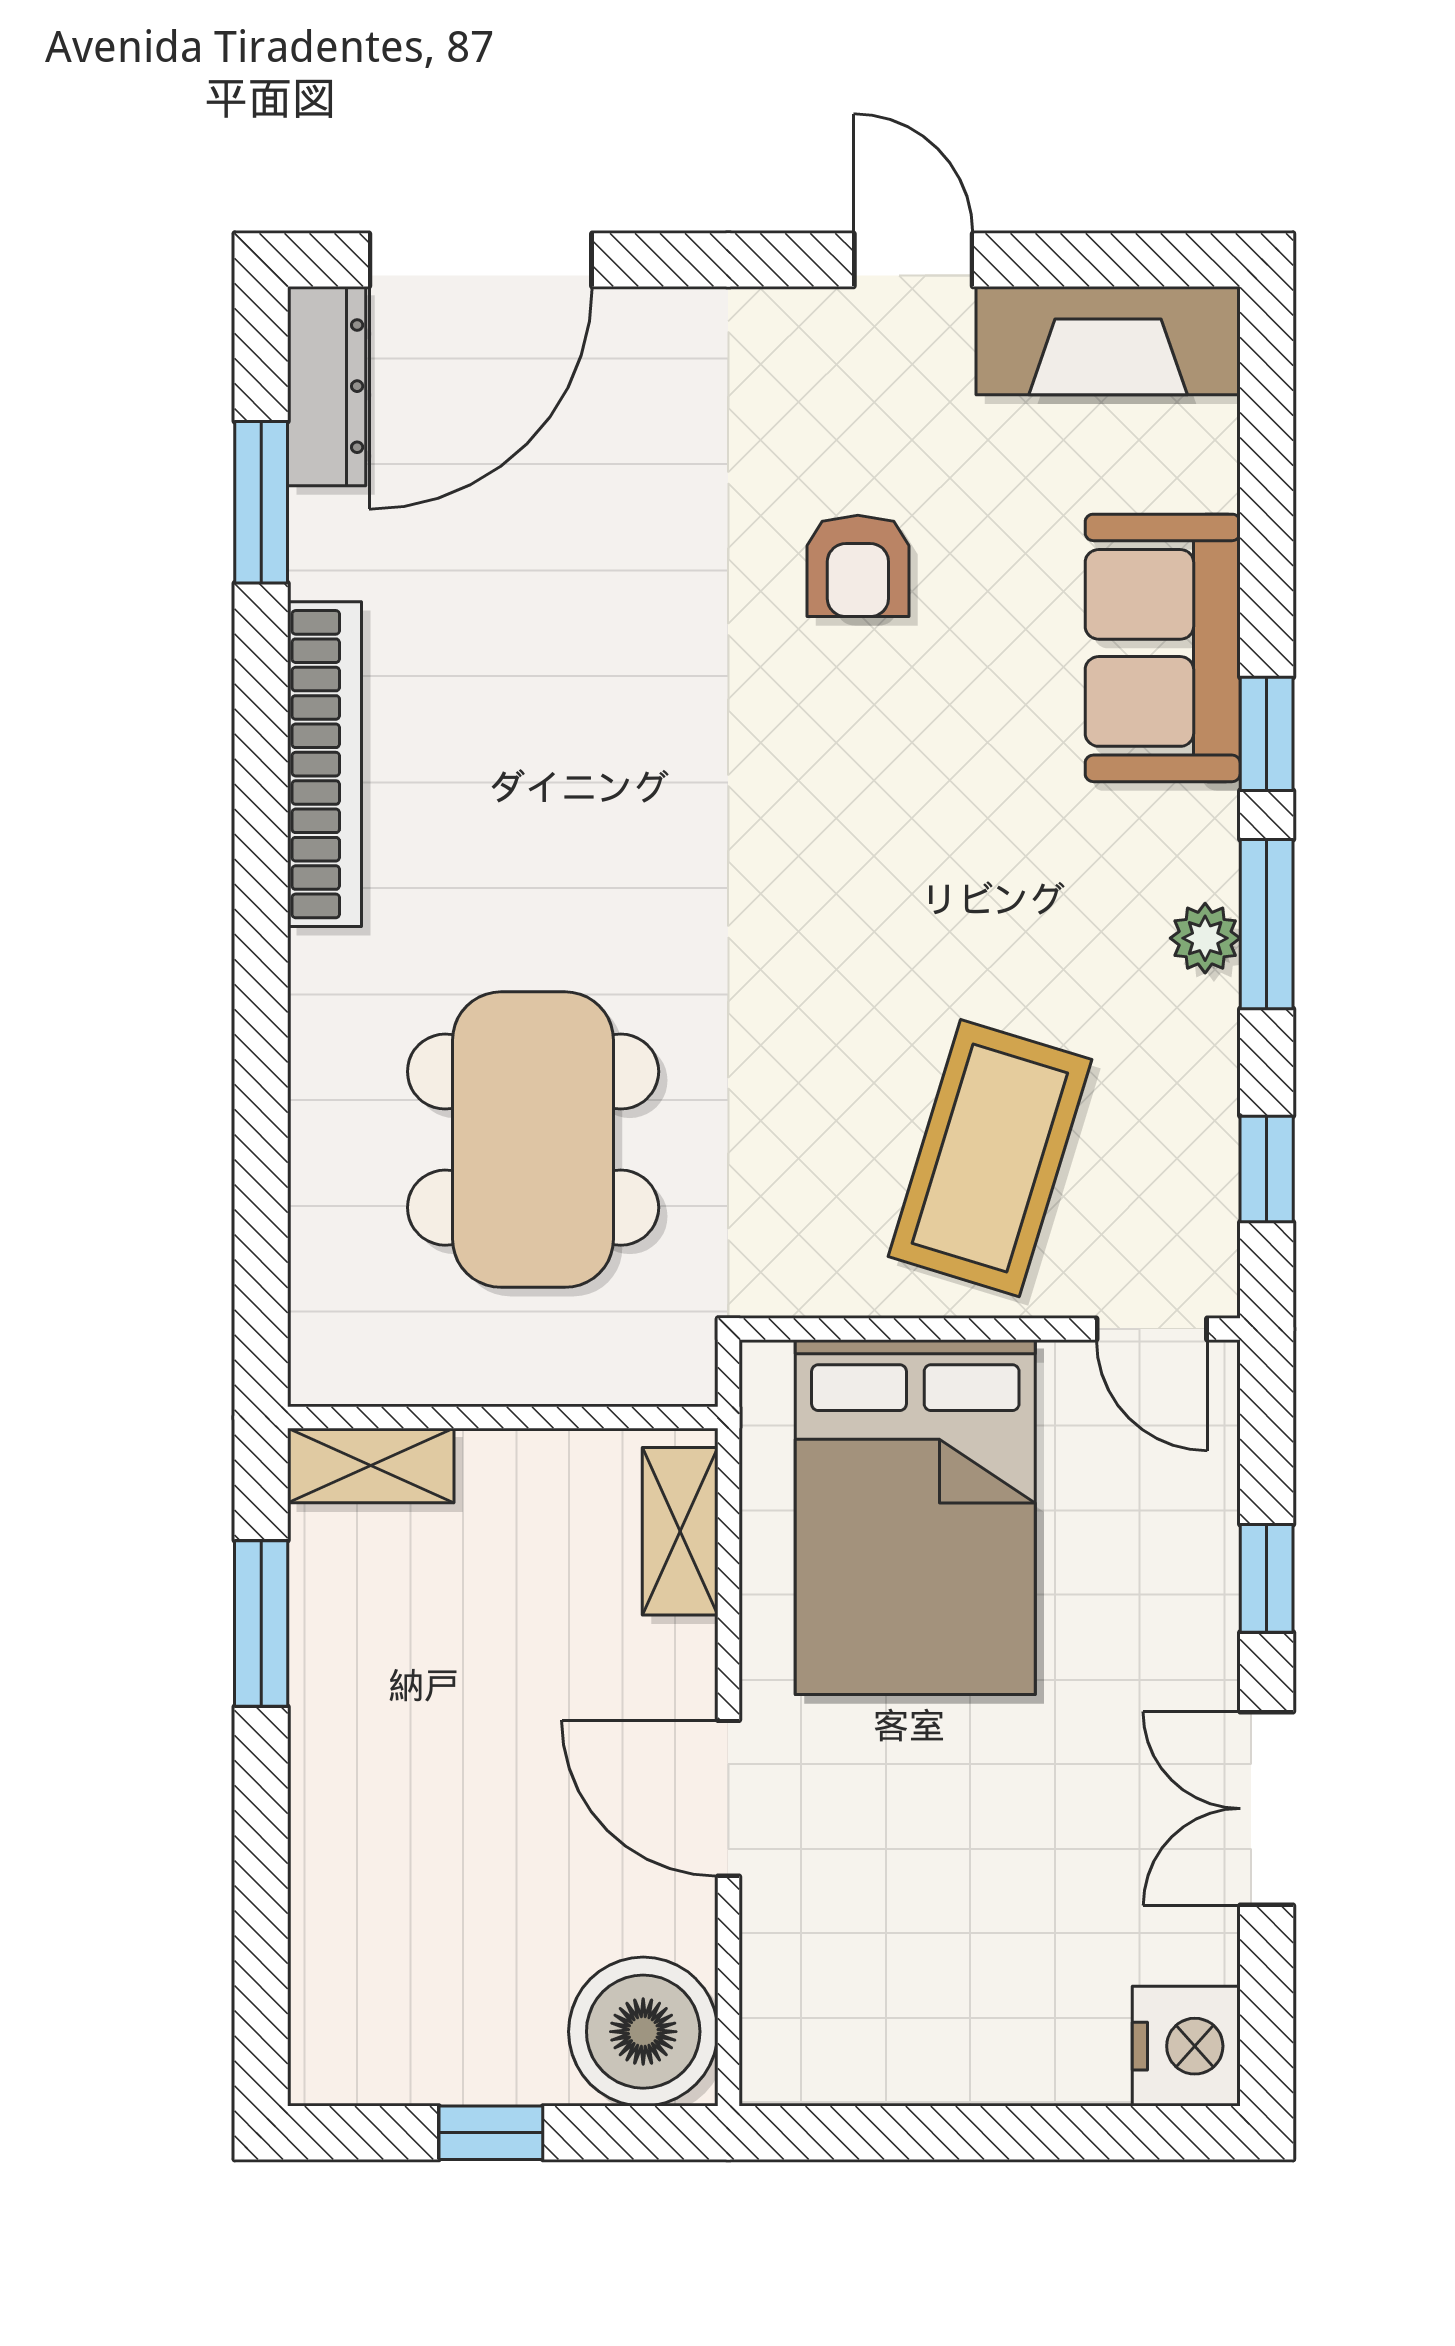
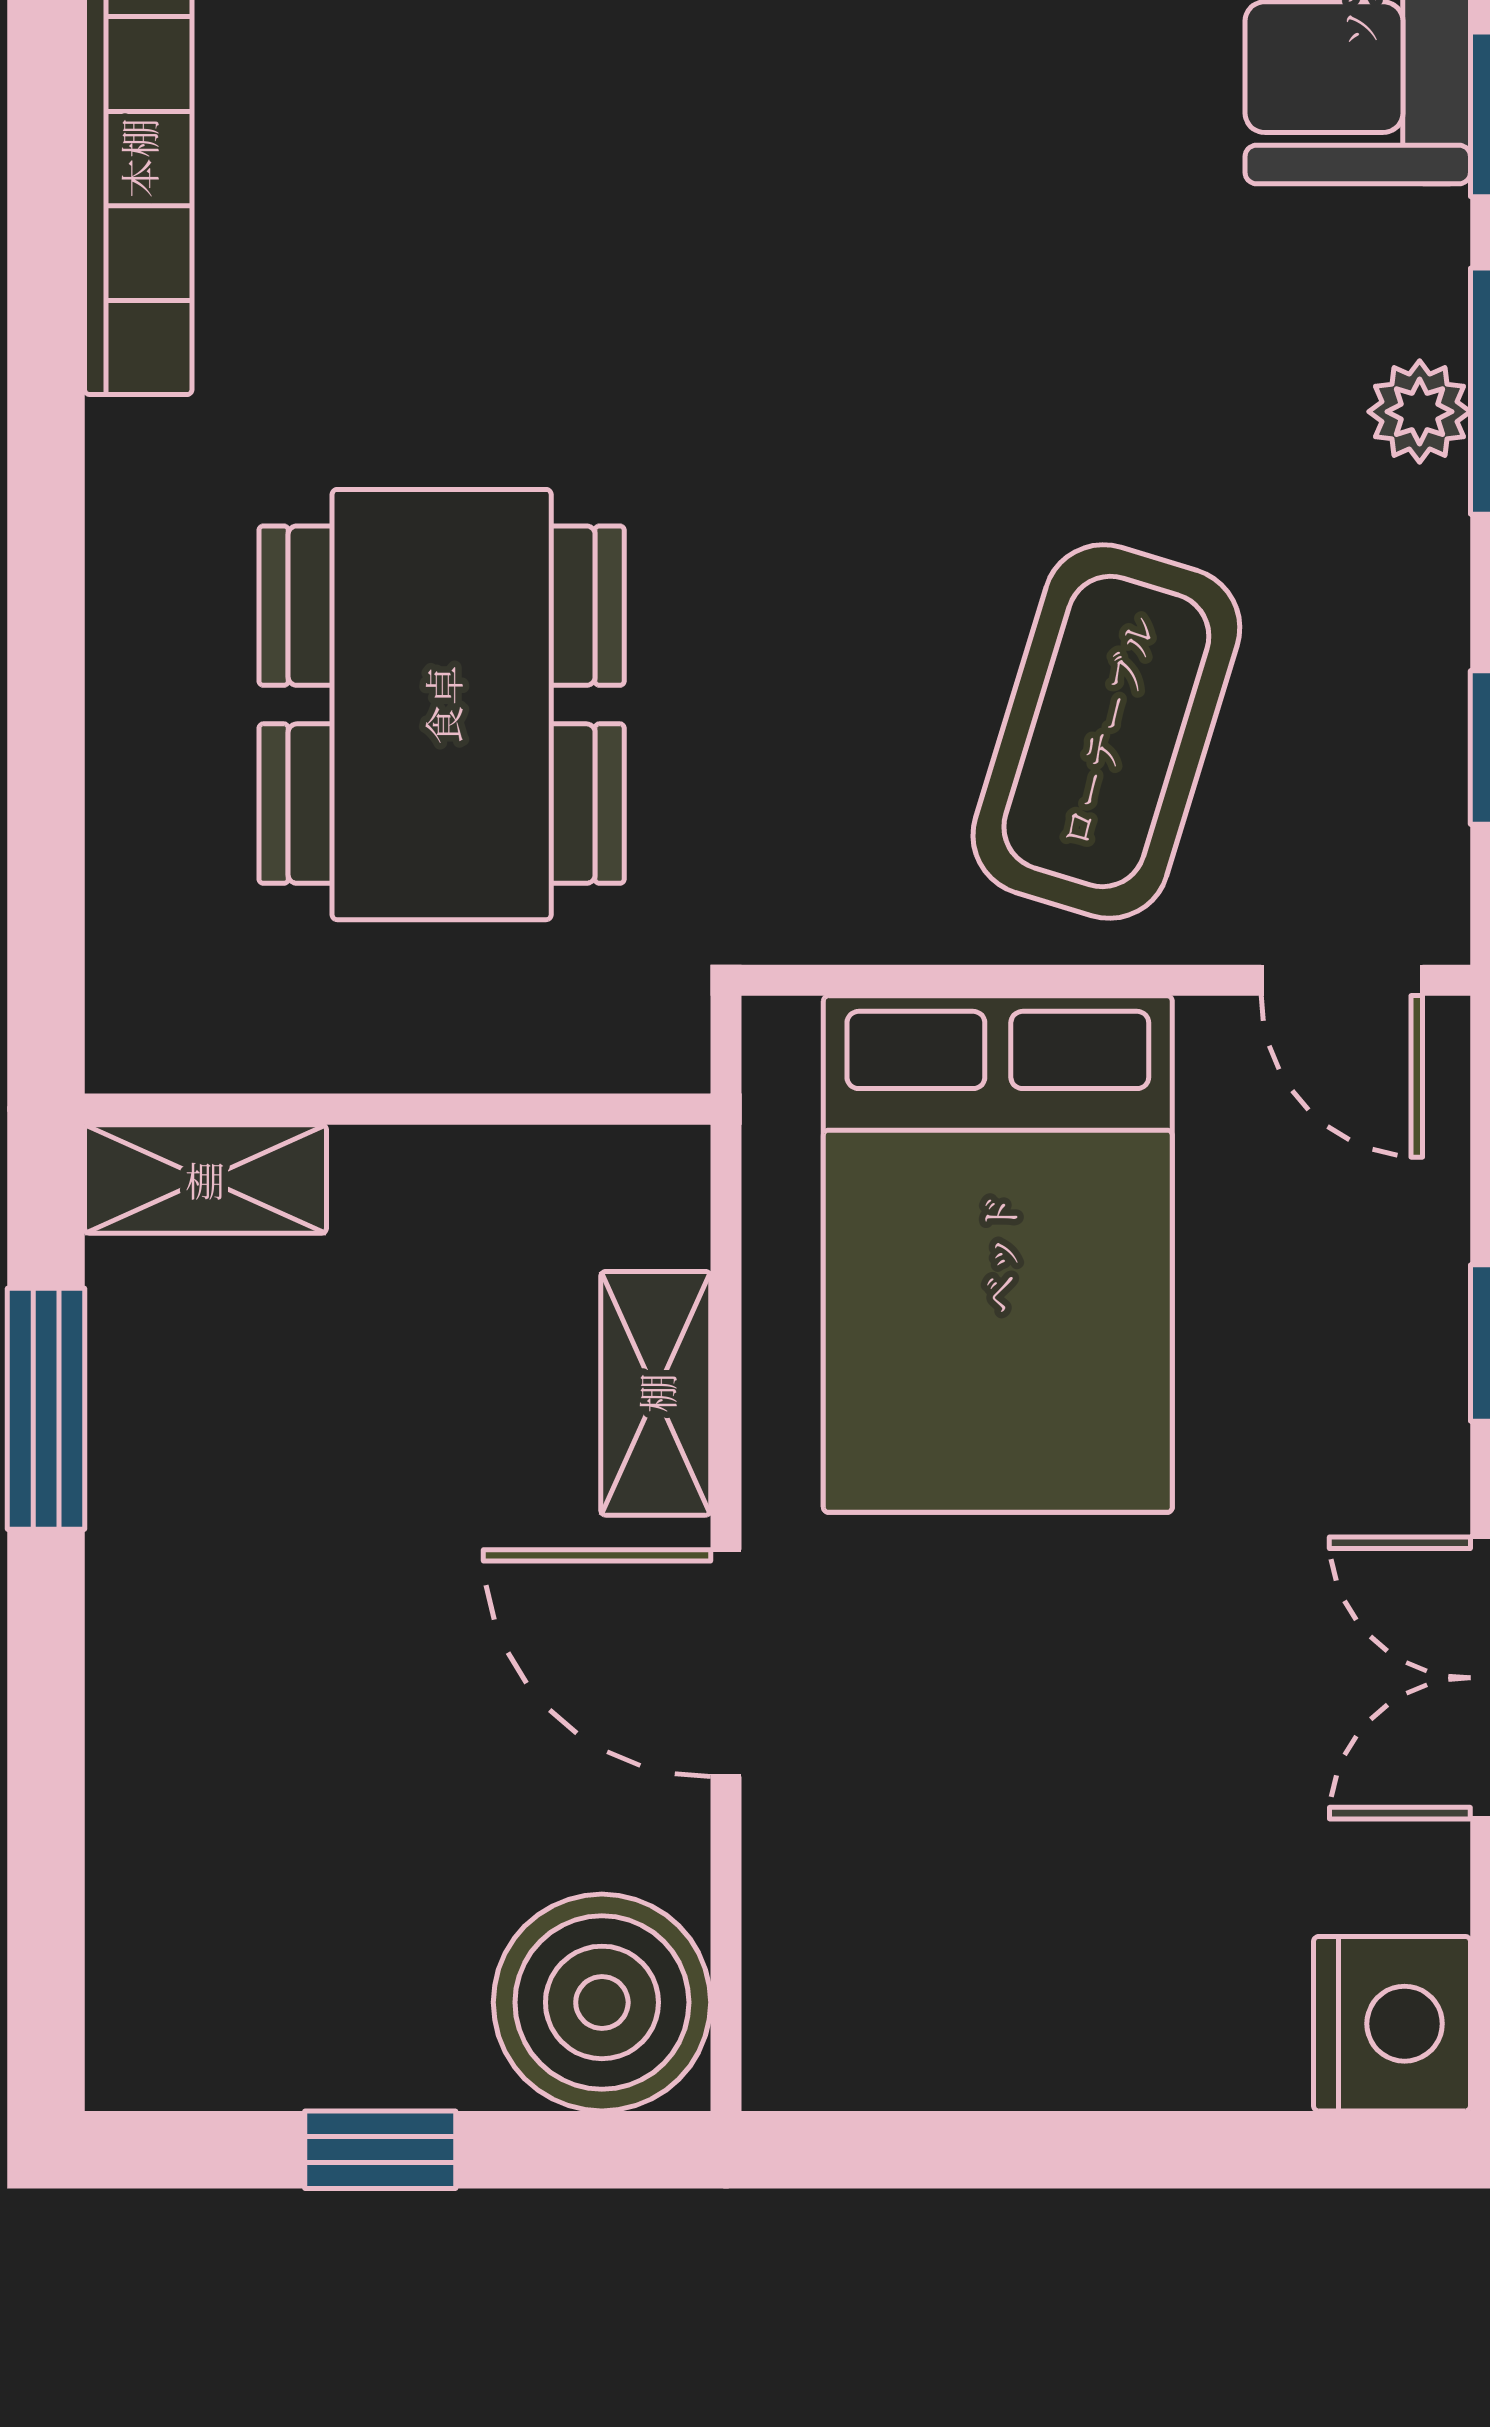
shelving: (680, 1531) -> (656, 1393), moved

